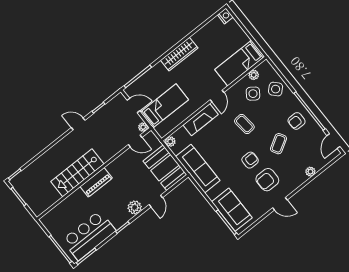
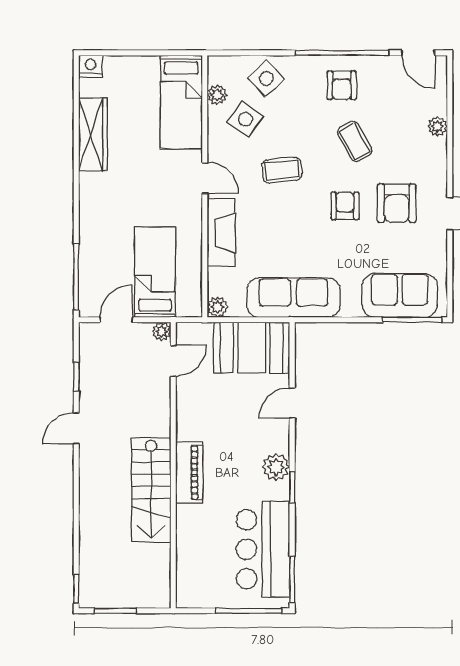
wardrobe: (179, 54) -> (93, 134), moved
door: (156, 201) -> (292, 403), swing flipped
plant: (135, 207) -> (276, 467), moved

